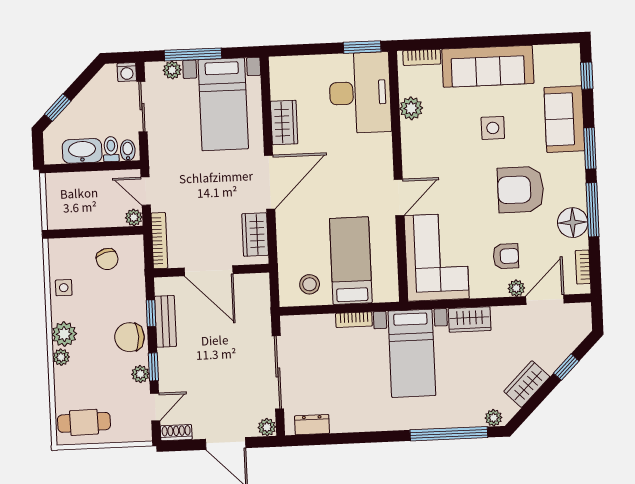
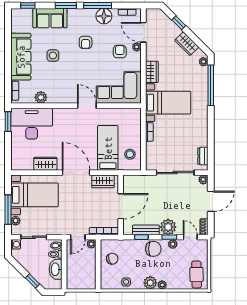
armchair: (521, 190) -> (86, 42), width x0.53, depth x0.53
bed: (351, 261) -> (108, 148), moved, turned 90
chair: (130, 337) -> (153, 249), turned -90
plant: (173, 364) -> (168, 227), added

